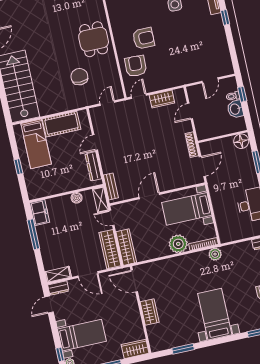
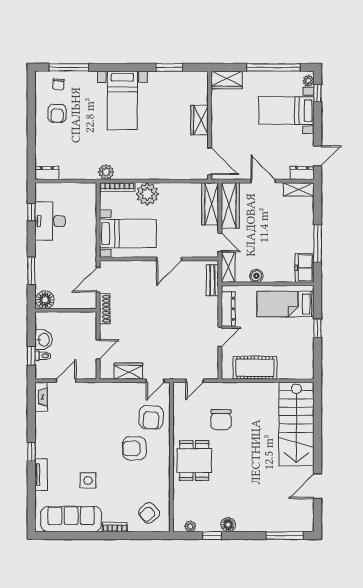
fireplace: (227, 63) -> (41, 397), added
bed: (36, 144) -> (285, 304), moved, turned -90

